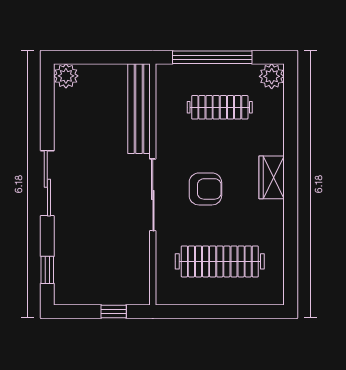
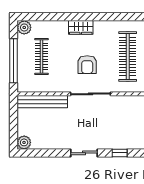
sliding door: (47, 183) -> (84, 153), width x0.73
armchair: (205, 189) -> (87, 65), turned 180
window: (47, 270) -> (120, 153), moved

